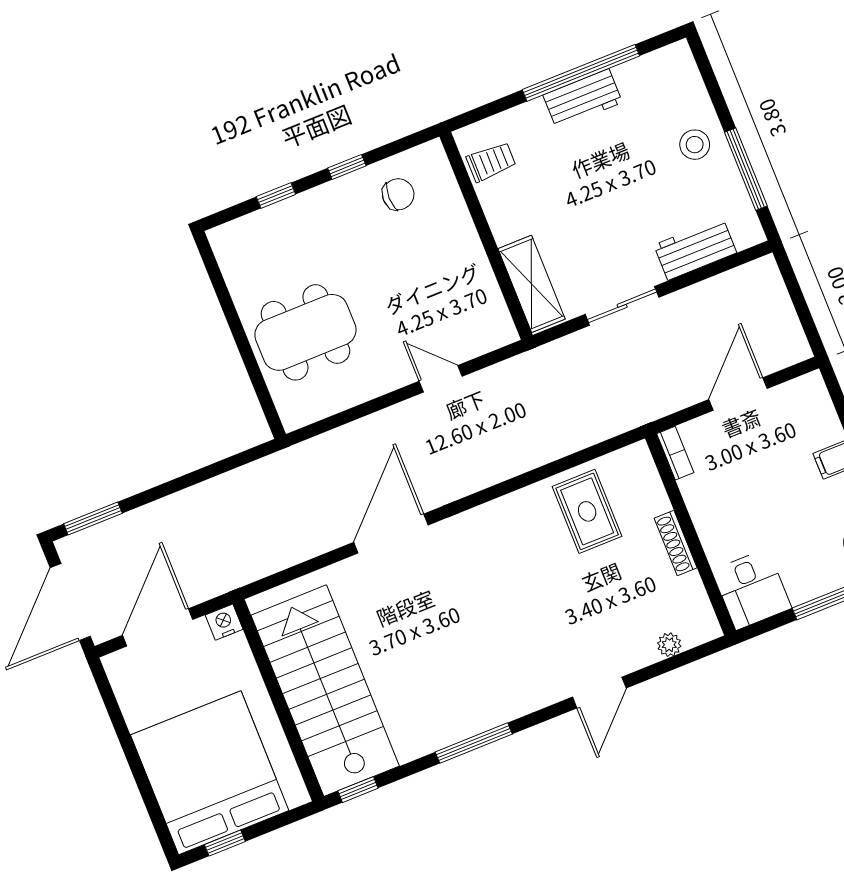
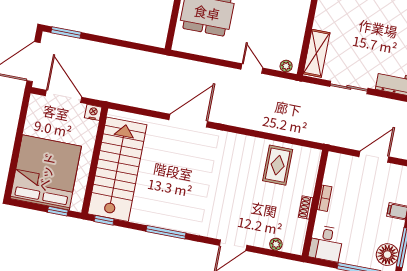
plant: (495, 338) -> (286, 66), added
bookcase: (675, 453) -> (324, 198), moved
shoe rack: (676, 543) -> (306, 207), width x0.70
door: (158, 627) -> (64, 96), hinge flipped
window: (225, 843) -> (58, 211), moved

